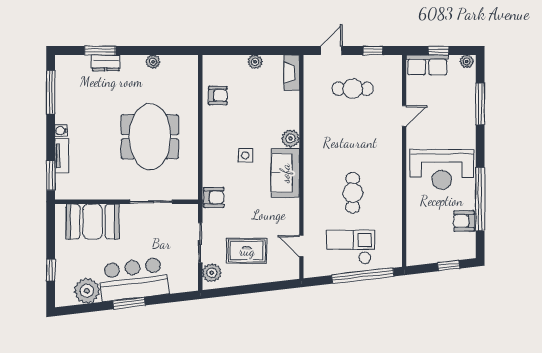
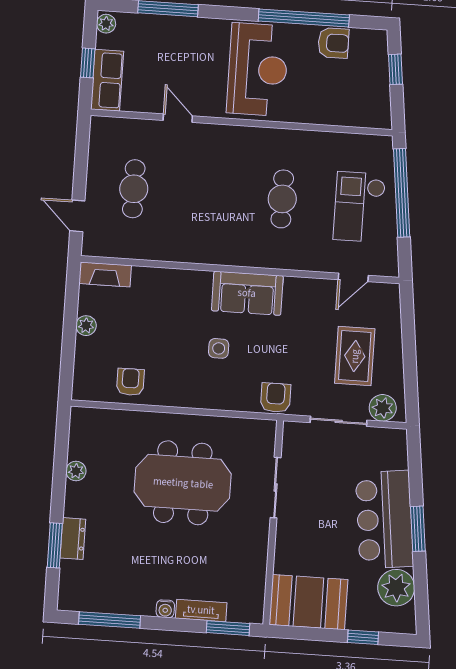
window: (373, 51) -> (81, 156), removed
plant: (290, 138) -> (199, 282), removed
cafe table: (353, 193) -> (282, 199), turned 90
armchair: (464, 221) -> (333, 43), turned -90
booth: (93, 222) -> (308, 602), moved, turned 90

